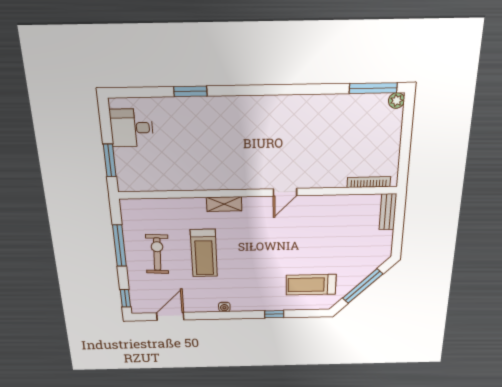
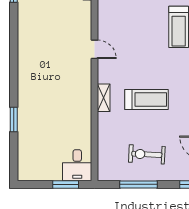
desk: (132, 128) -> (77, 165), moved
treadmill: (204, 253) -> (147, 99), moved

